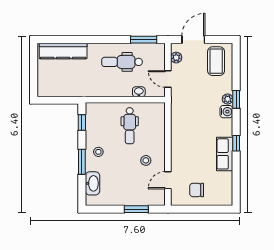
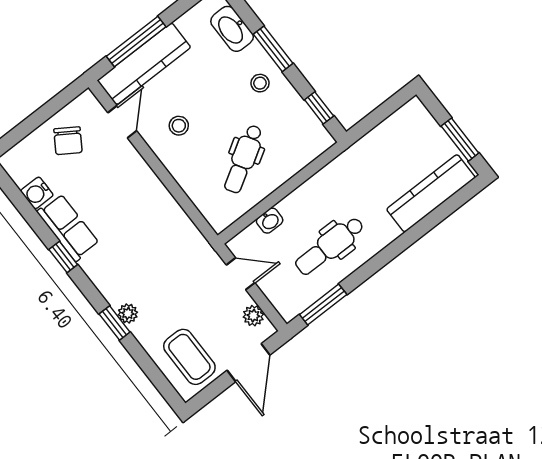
dental chair: (122, 62) -> (330, 246), turned 180
window: (34, 64) -> (460, 140), added
water cooler: (226, 112) -> (37, 193), moved
dental chair: (130, 126) -> (244, 159), turned -121
chair: (197, 190) -> (68, 141), turned 123
kitchen counter: (140, 197) -> (144, 64), added
window: (136, 209) -> (136, 42), width x1.44

